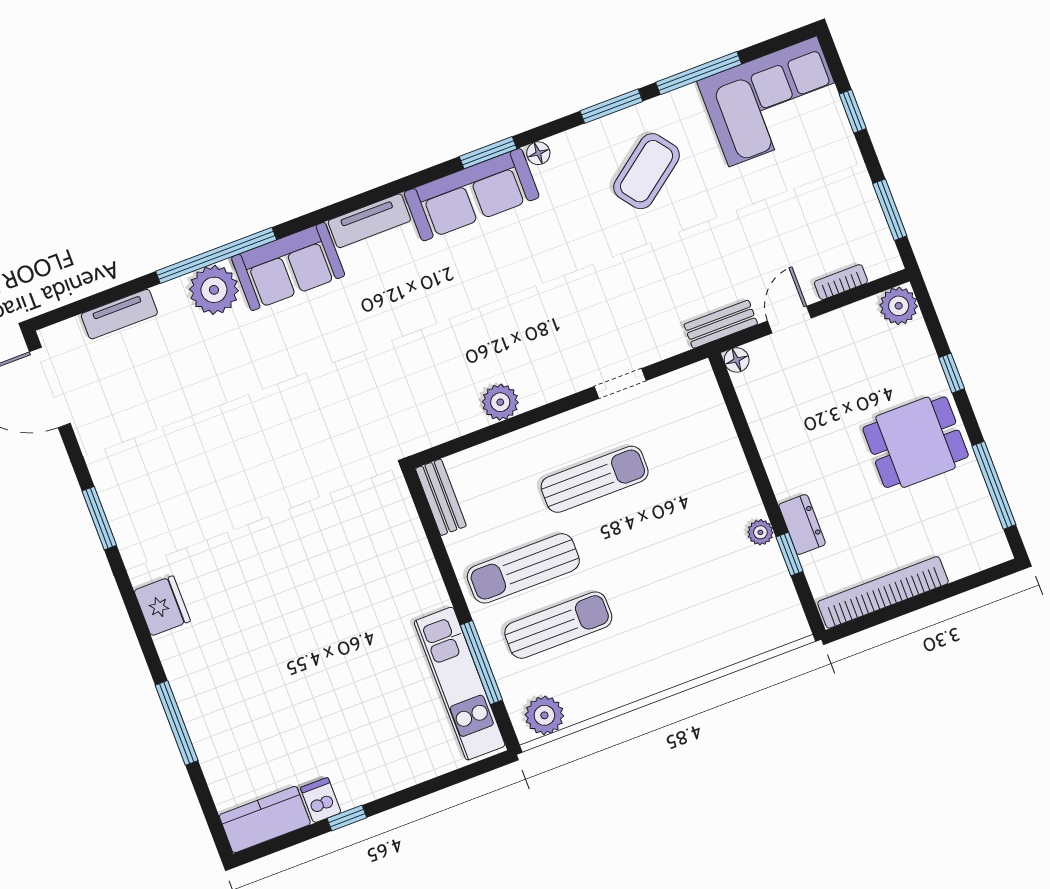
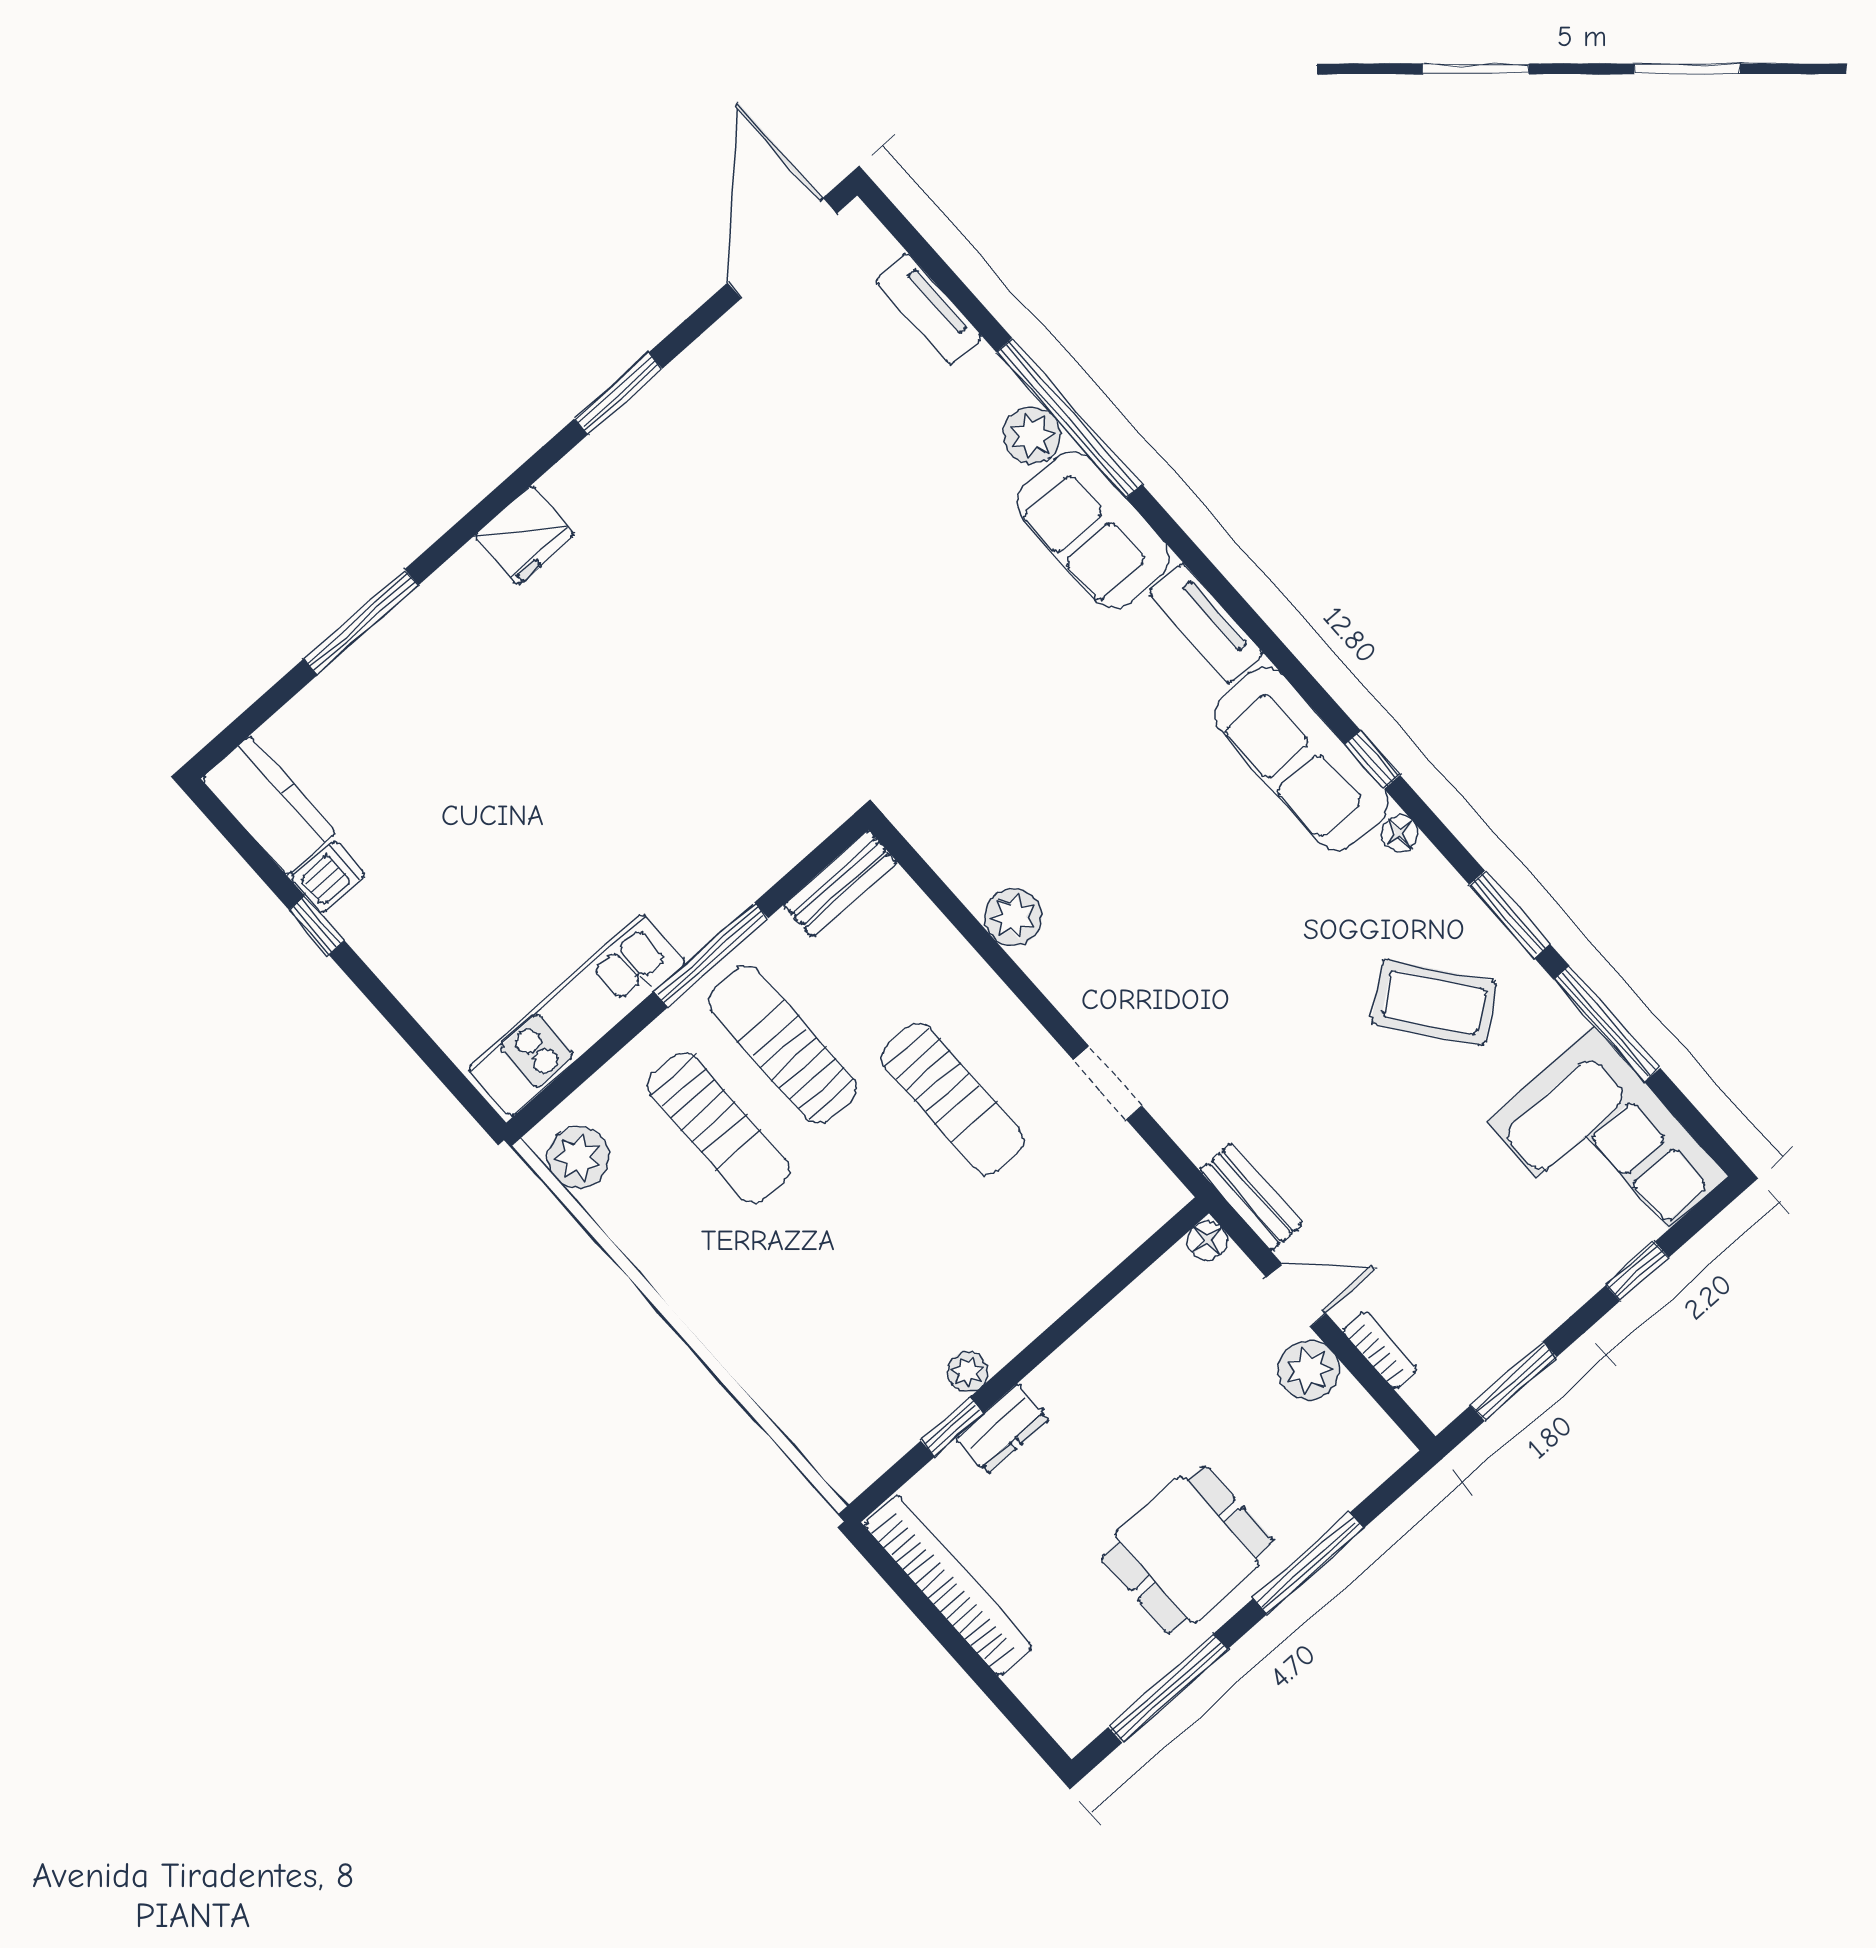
window: (488, 153) -> (1372, 760), width x0.67
plant: (214, 290) -> (1032, 435), width x0.73, depth x0.73
plant: (899, 306) -> (1309, 1370), moved
window: (952, 373) -> (1309, 1563), width x2.17
dining table: (916, 442) -> (1187, 1549), turned 90
window: (481, 662) -> (711, 955), moved

